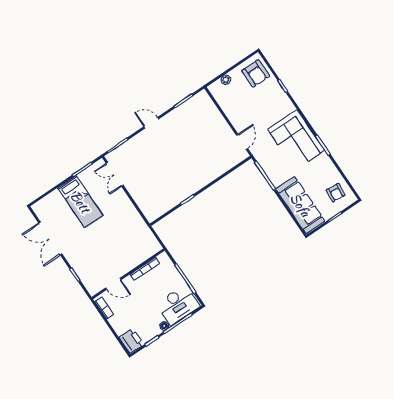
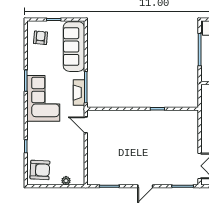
armchair: (256, 73) -> (40, 170), turned 93
door: (151, 123) -> (145, 186), hinge flipped
door: (242, 142) -> (86, 125), hinge flipped
fireplace: (268, 167) -> (79, 93), added

